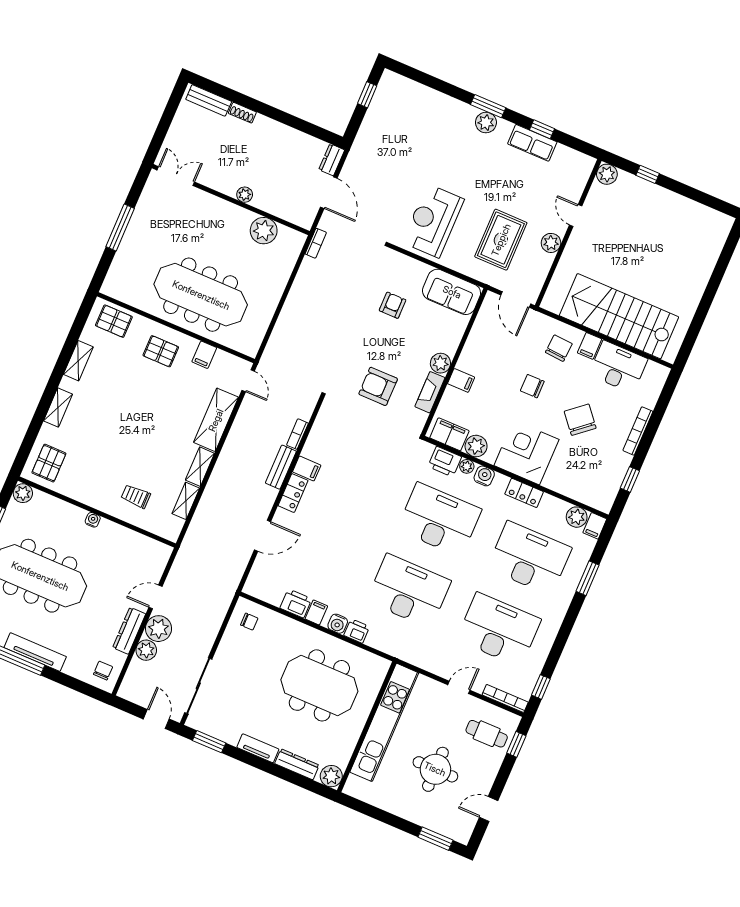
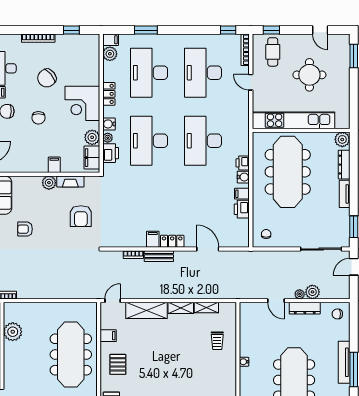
plant: (158, 629) -> (300, 294), width x0.53, depth x0.53
meeting table: (319, 685) -> (288, 172), width x1.36

